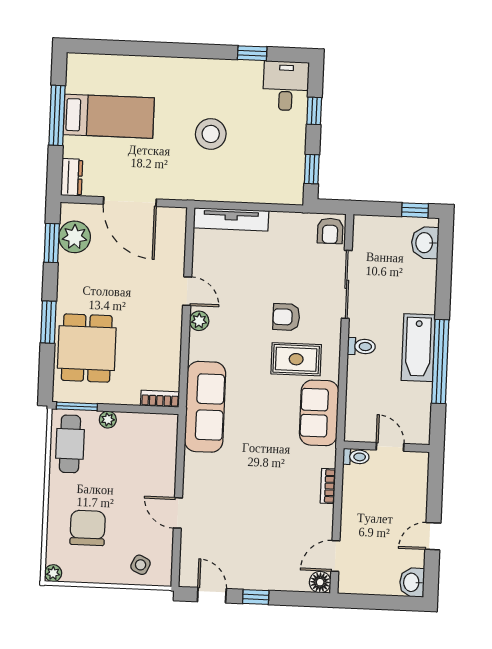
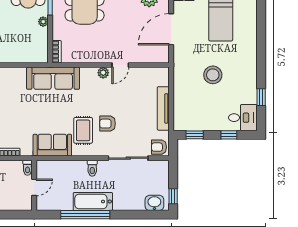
tv unit: (231, 219) -> (163, 108), moved
armchair: (286, 317) -> (108, 124), turned -90

